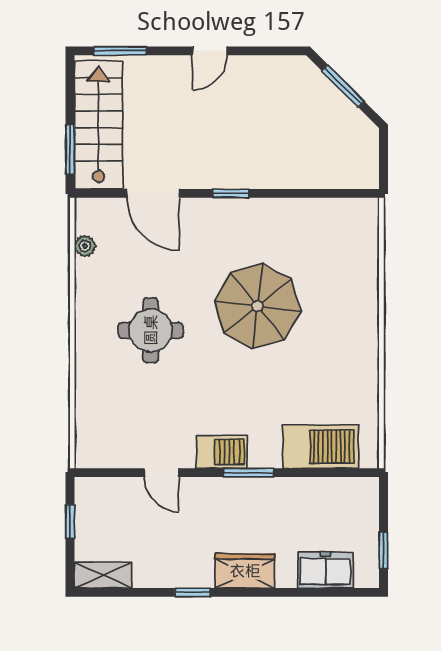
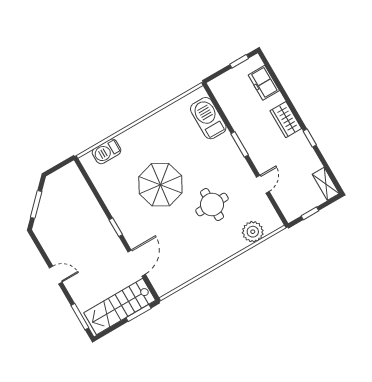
plant: (85, 246) -> (253, 232), moved, width x1.87, depth x1.87
round table: (151, 330) -> (212, 205), moved
barbecue: (222, 452) -> (106, 151), moved, turned -90

